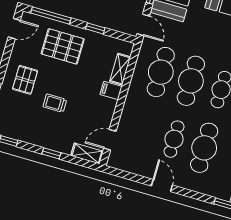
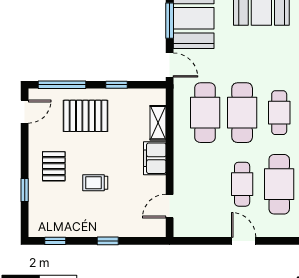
filing cabinet: (111, 91) -> (155, 158), width x2.00
shelving: (87, 153) -> (148, 229), removed

